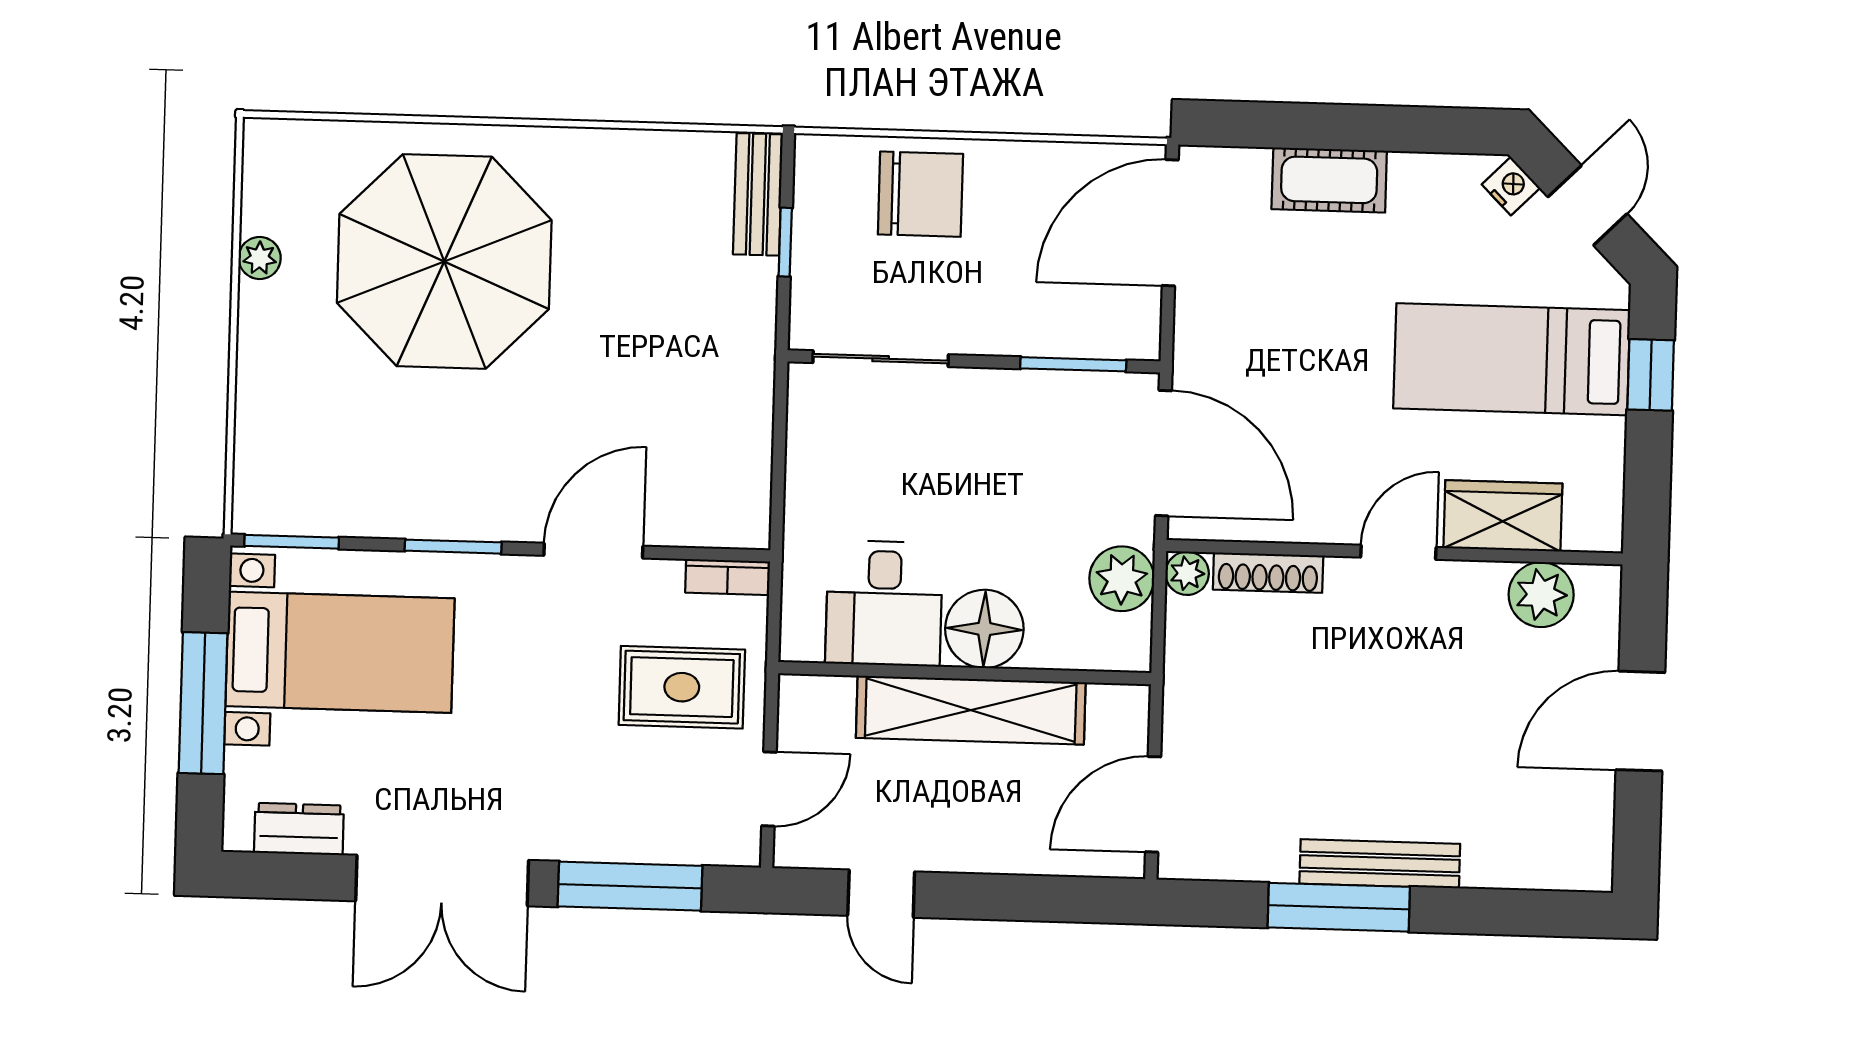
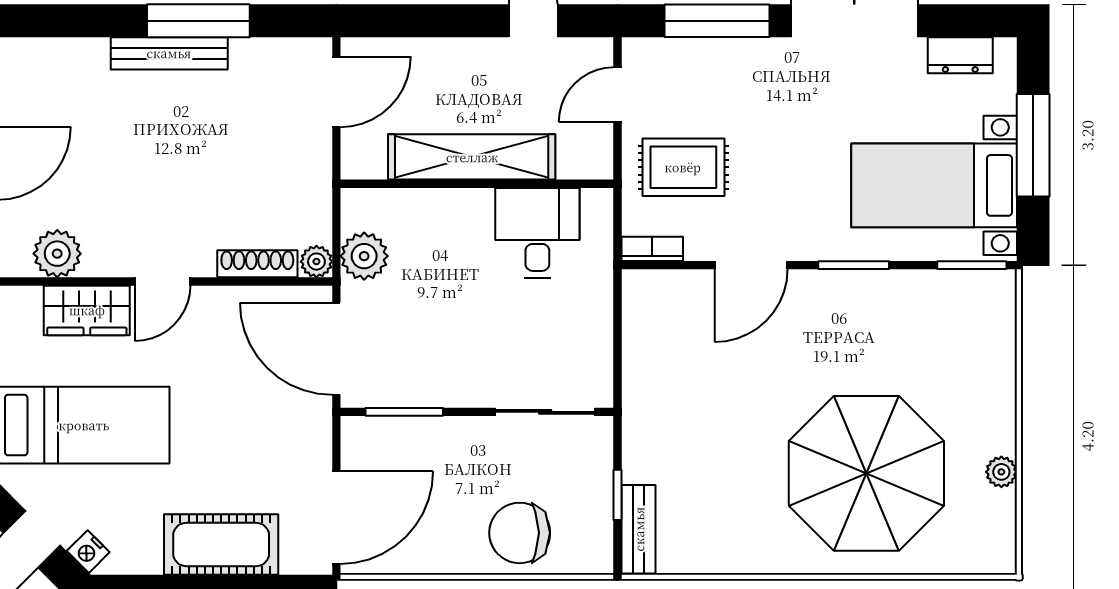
cot: (1329, 180) -> (221, 544), width x1.37, depth x1.34
floor lamp: (984, 629) -> (463, 216), removed

